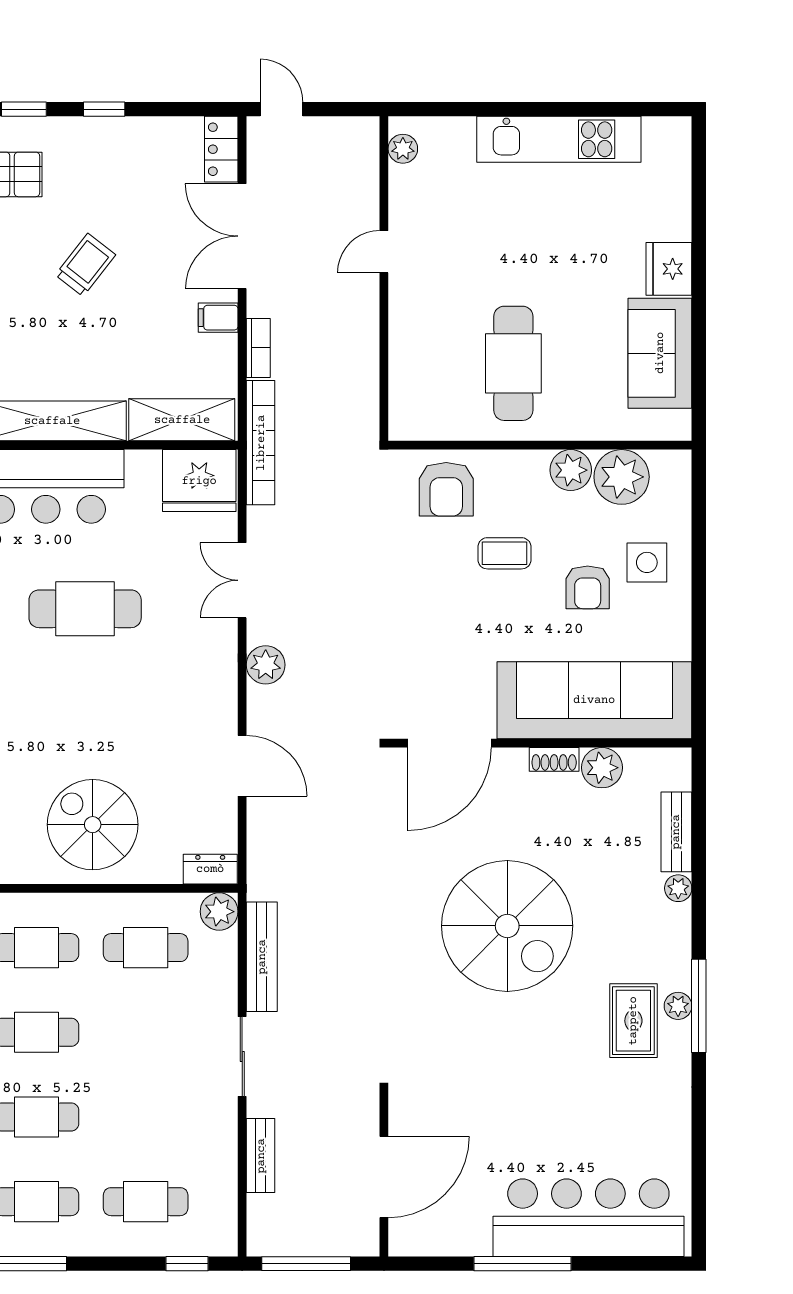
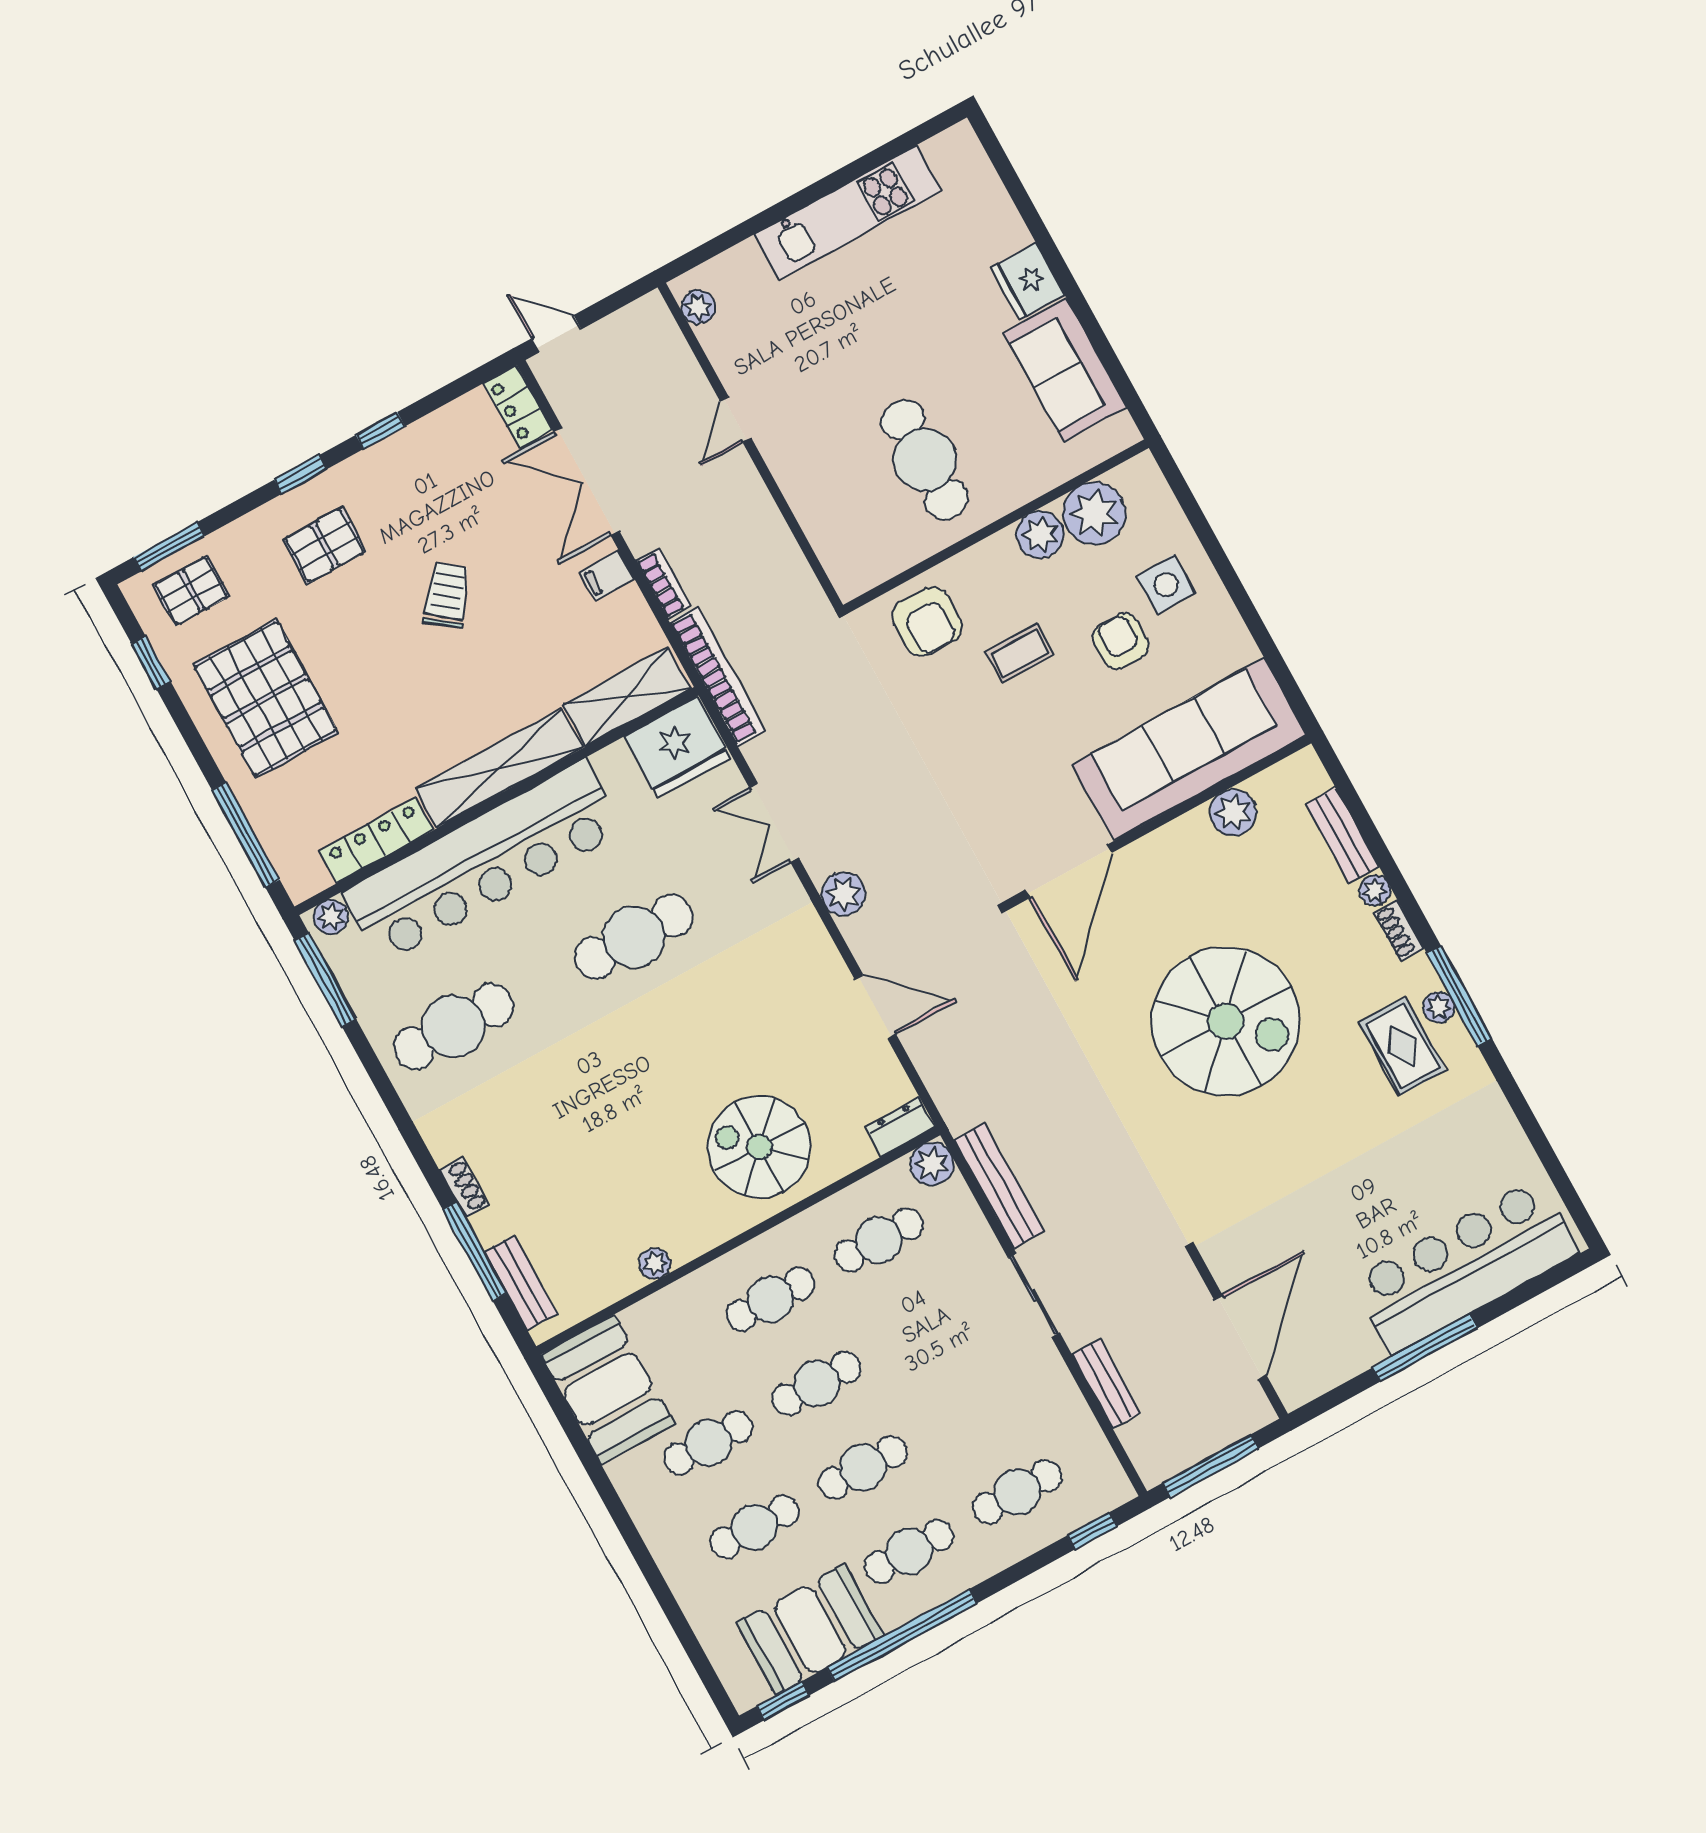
armchair: (588, 587) -> (1121, 641), turned 180
shoe rack: (554, 759) -> (1399, 930), moved, turned 90

